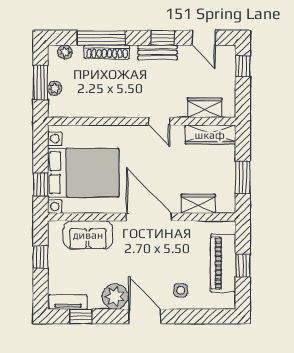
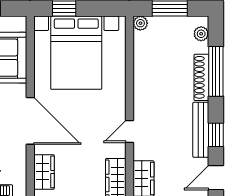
bench: (158, 52) -> (201, 130), width x1.36
plant: (55, 88) -> (140, 23), moved
door: (149, 217) -> (30, 121), hinge flipped

